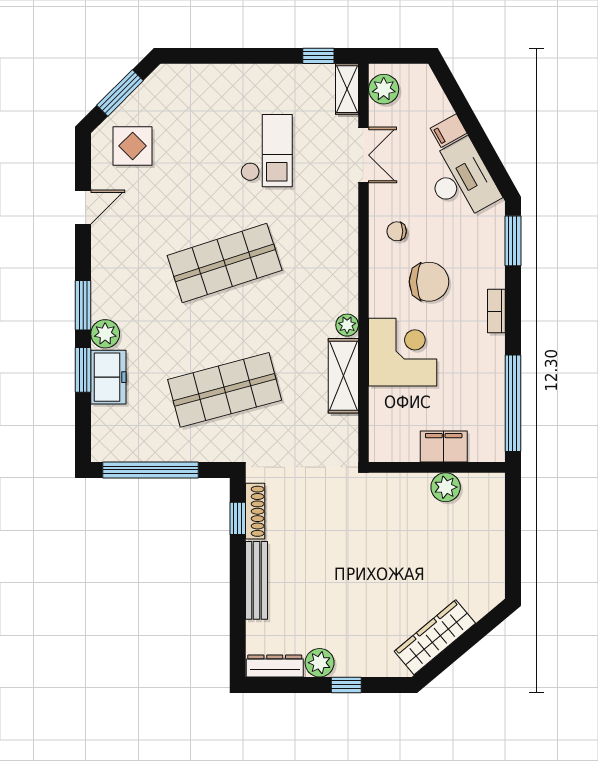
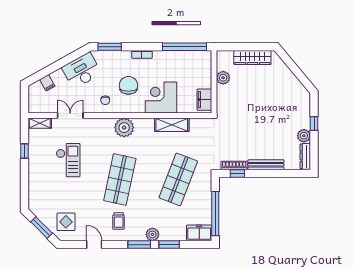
window: (318, 56) -> (25, 151), moved
plant: (384, 89) -> (40, 106), removed
filing cabinet: (449, 131) -> (47, 83), moved
checkout: (267, 151) -> (68, 160), turned 90
trolley: (134, 260) -> (119, 221), added
shop shelf: (225, 263) -> (120, 179), turned 30
plant: (347, 325) -> (124, 128), moved, width x1.87, depth x1.87
freezer: (108, 377) -> (199, 233), moved
shop shelf: (225, 390) -> (178, 179), turned 36
filing cabinet: (444, 447) -> (204, 100), moved
wardrobe: (435, 637) -> (252, 58), moved, turned -50

